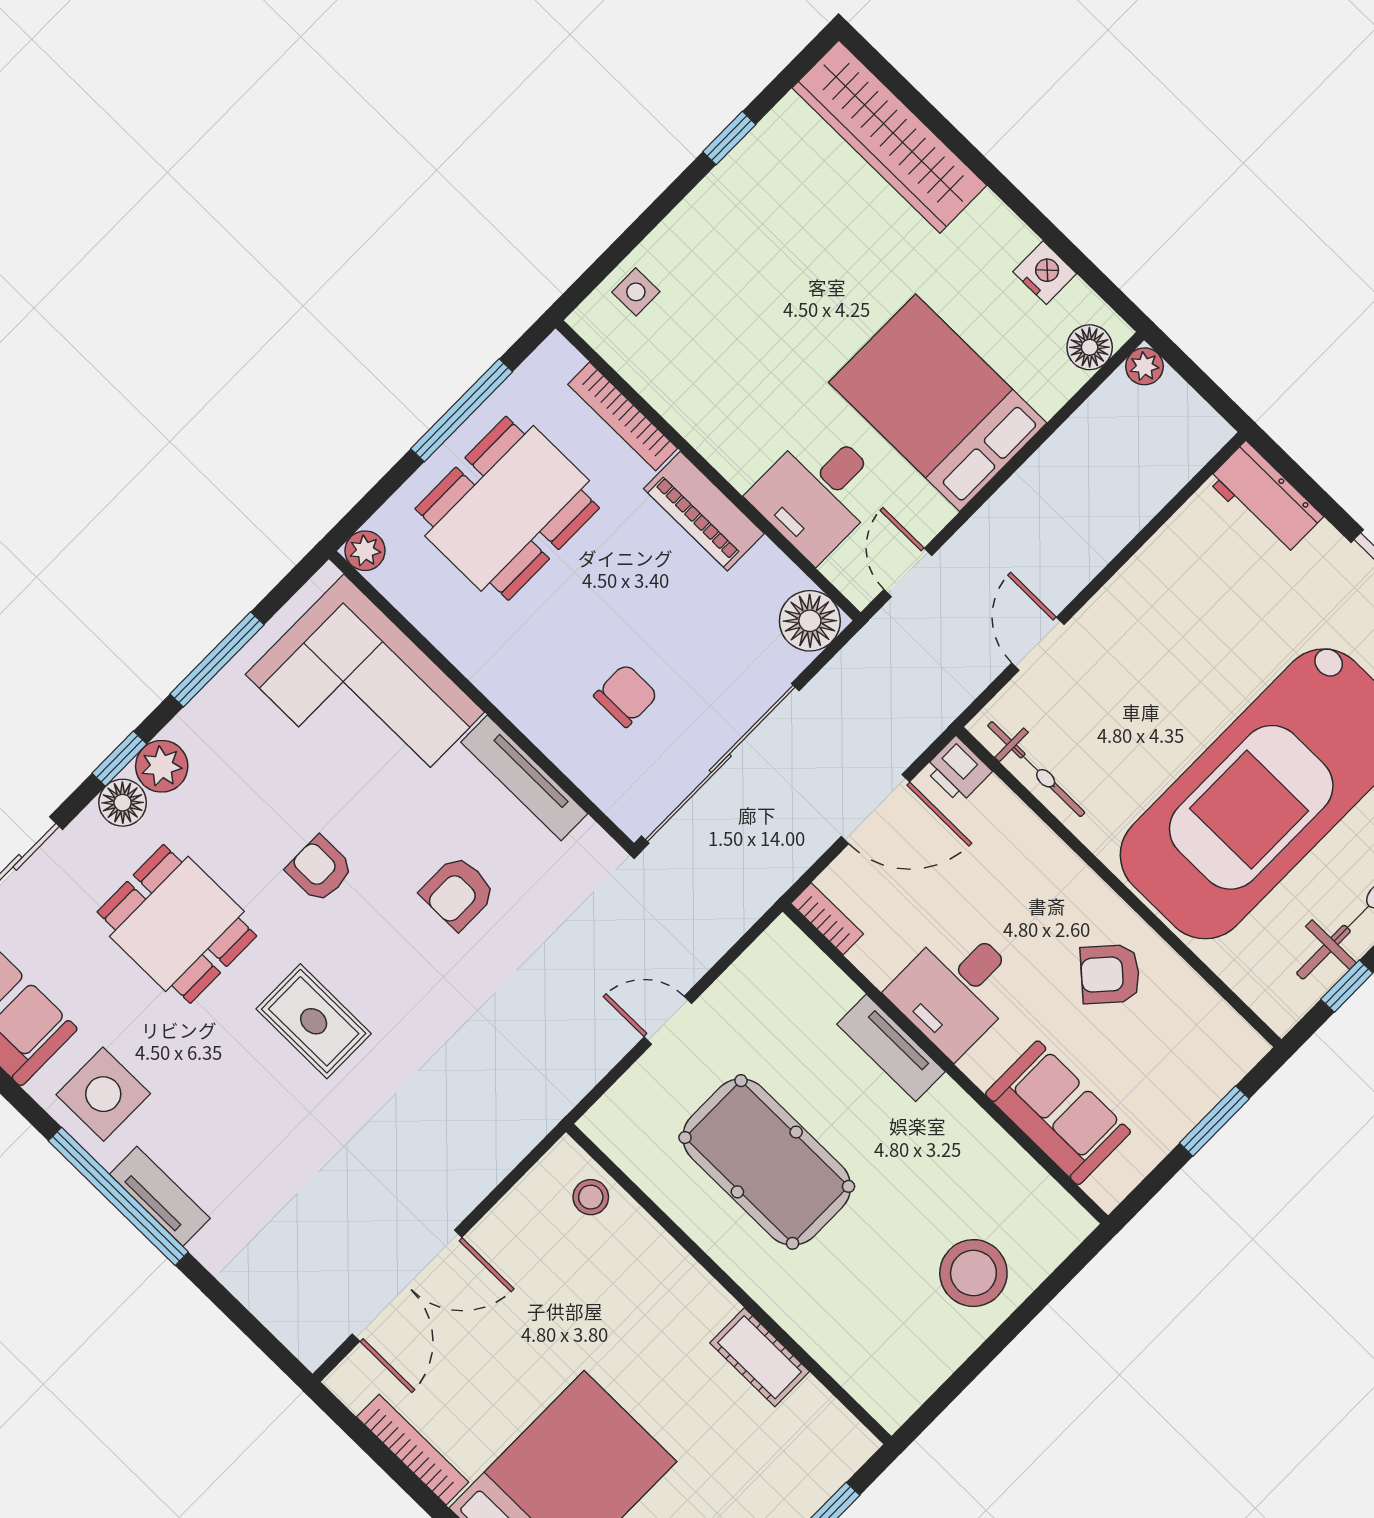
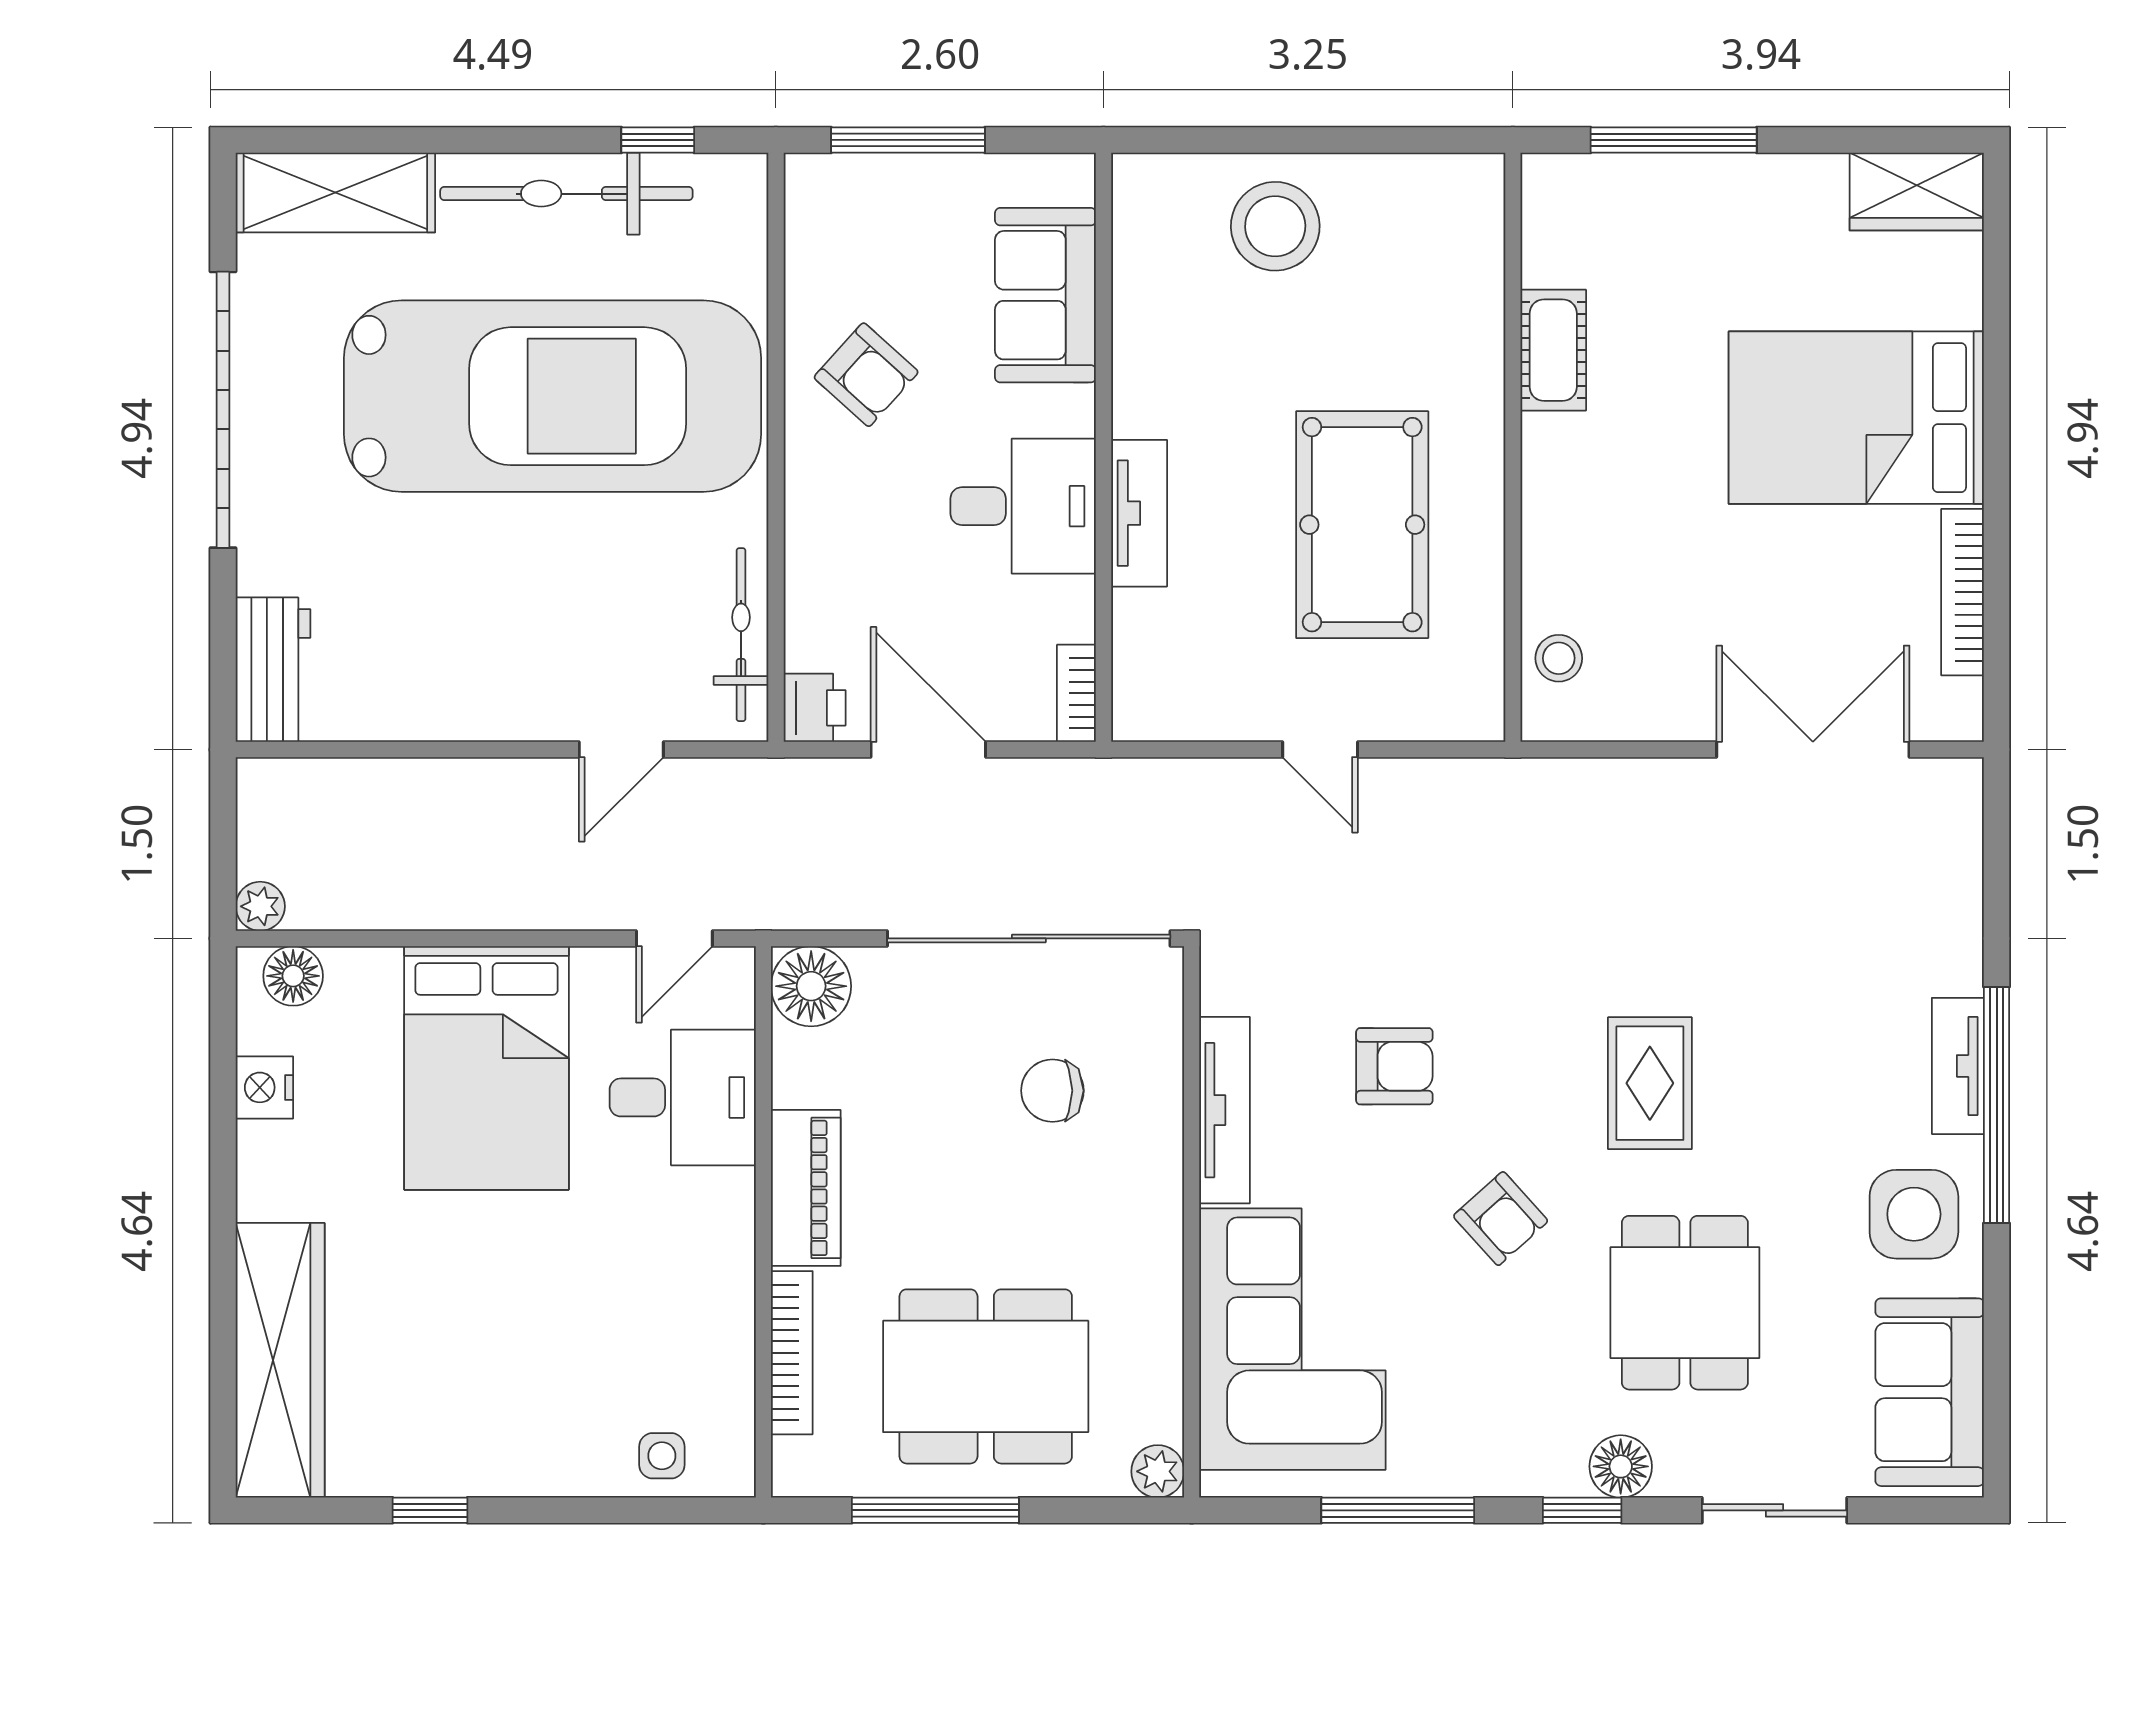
plant: (162, 766) -> (1550, 1463), removed
armchair: (320, 869) -> (1501, 1219), turned -42
window: (1214, 1121) -> (908, 140), width x1.44

